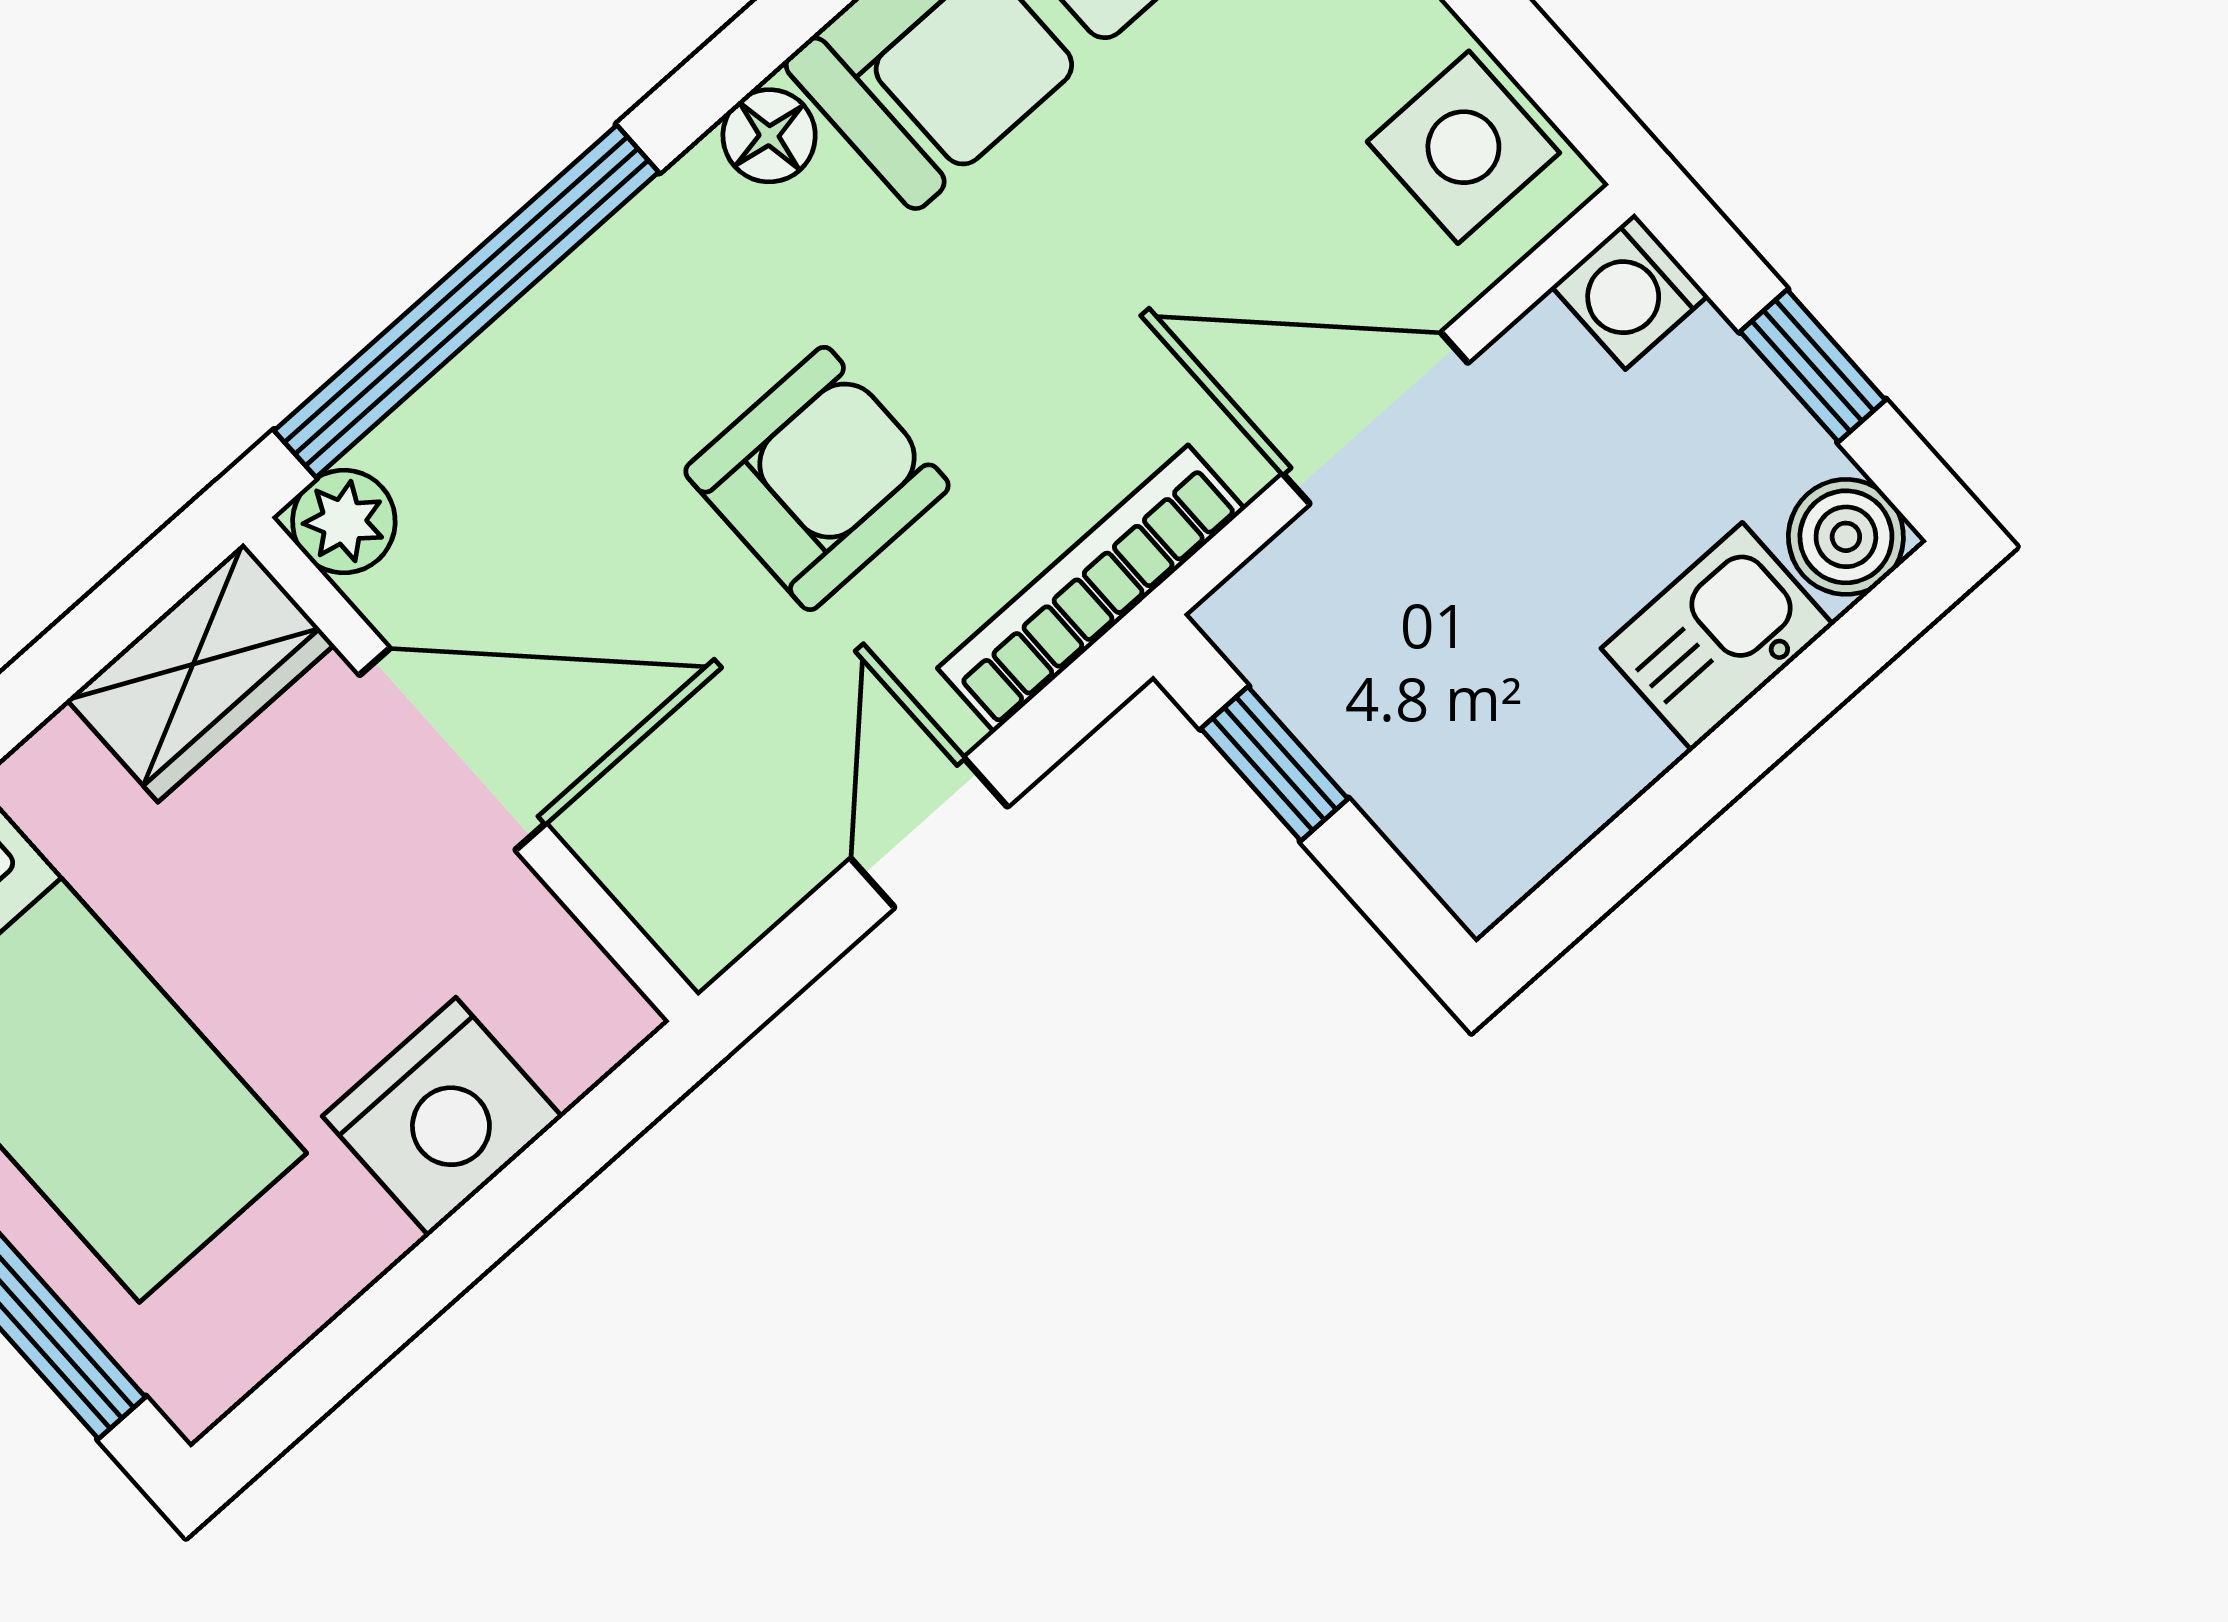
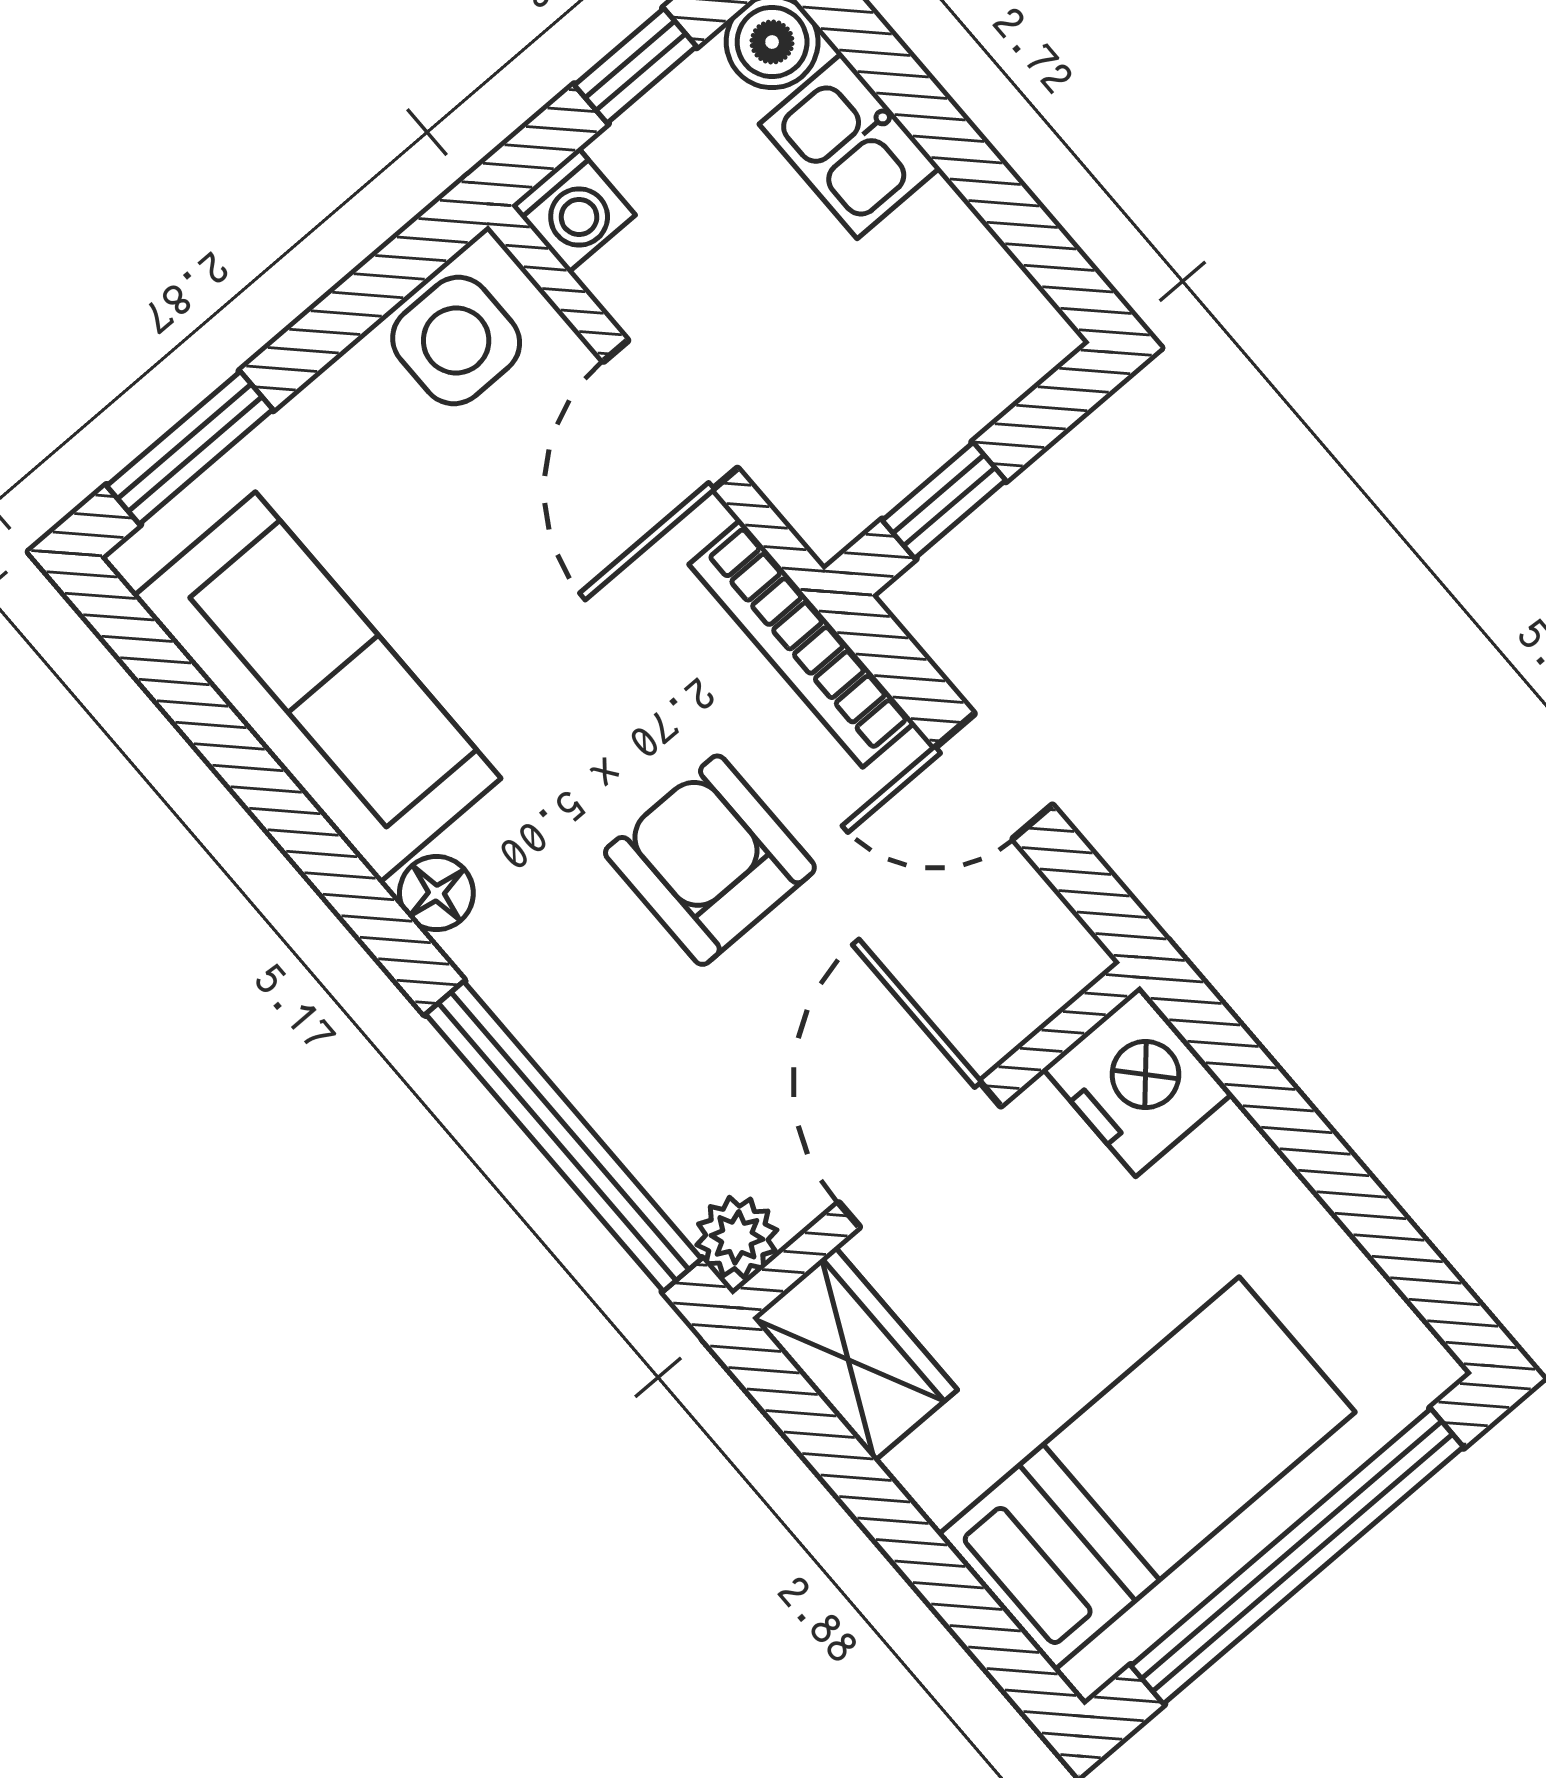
nightstand: (442, 1117) -> (1138, 1081), moved

